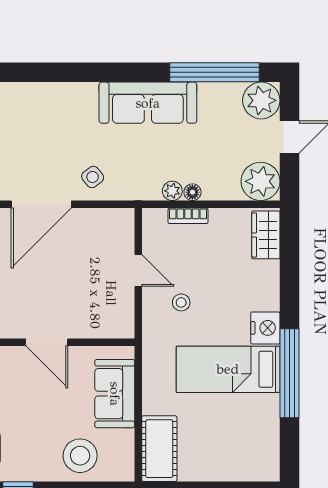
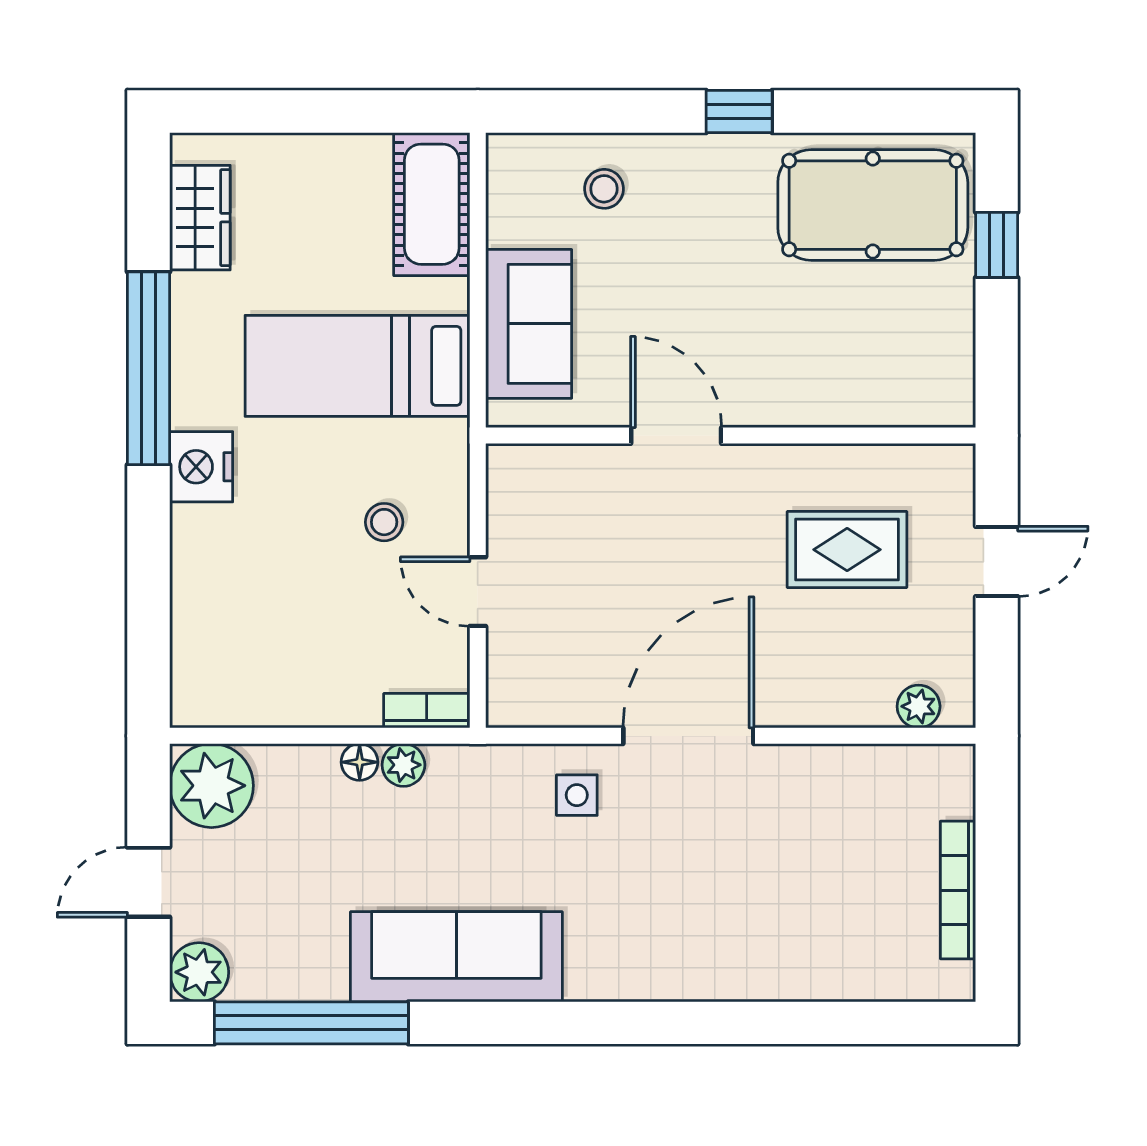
plant: (261, 100) -> (199, 972), width x0.73, depth x0.73
side table: (93, 177) -> (577, 795), turned 38
bookcase: (188, 216) -> (427, 711), moved
wardrobe: (266, 235) -> (200, 218), moved
bed: (228, 369) -> (357, 366), moved, turned 180
stool: (80, 456) -> (604, 189), width x0.53, depth x0.53

